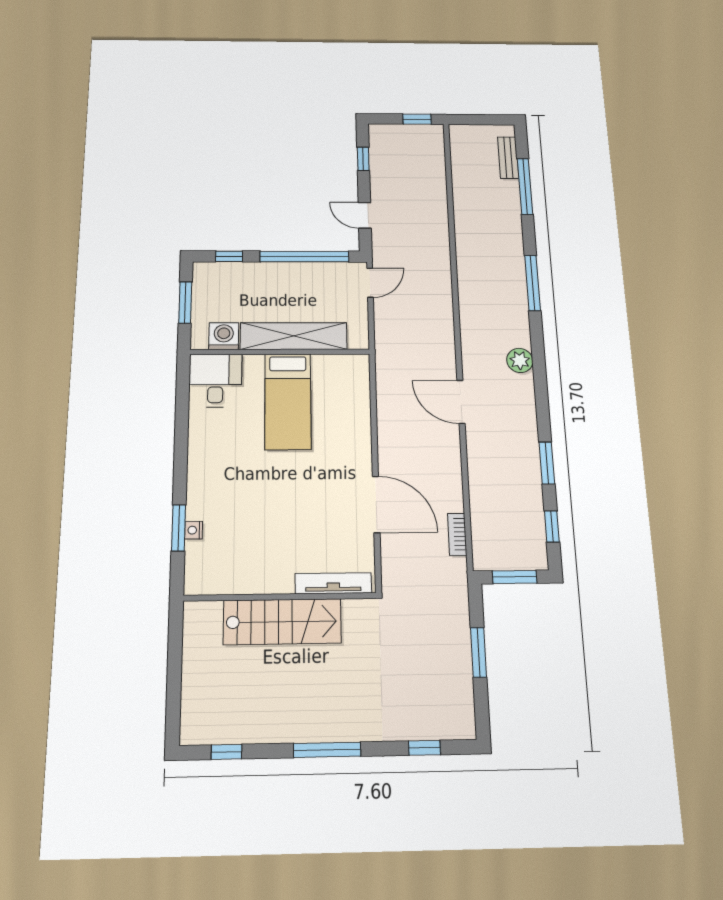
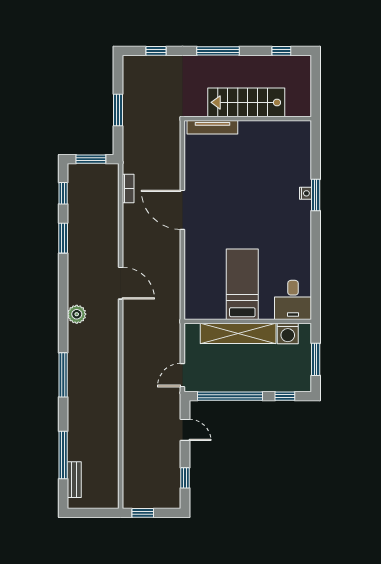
tv unit: (333, 583) -> (212, 127), moved
wall: (280, 597) -> (248, 119), moved
stairs: (282, 622) -> (246, 102), moved

